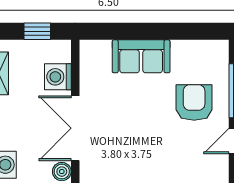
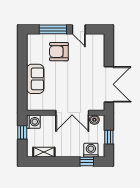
washing machine: (58, 77) -> (33, 122), moved, turned -90

